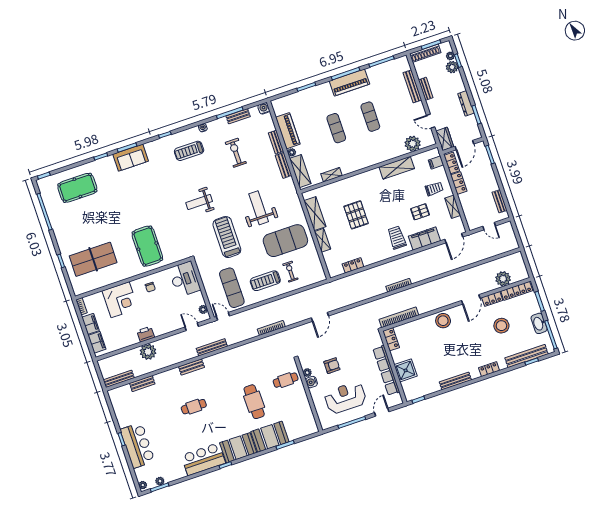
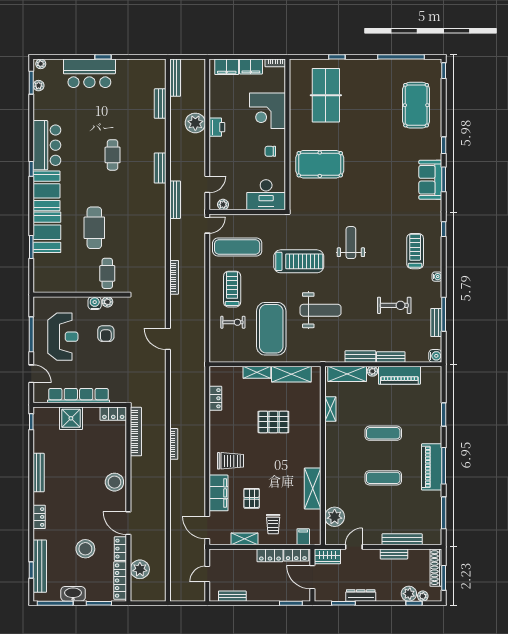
cafe table: (254, 402) -> (94, 228), turned 90

